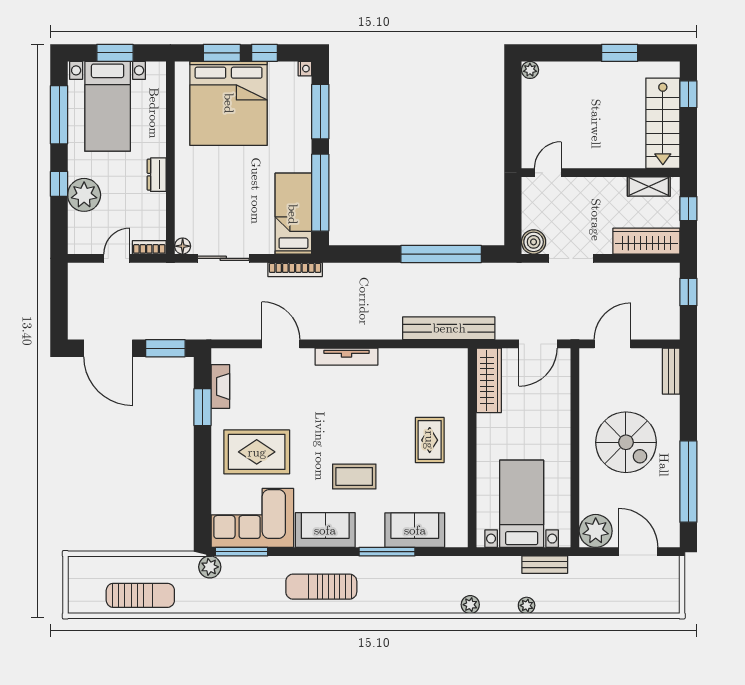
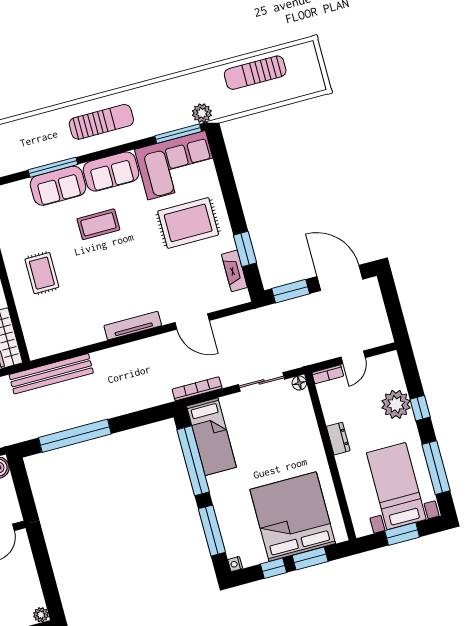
sofa: (415, 530) -> (58, 186), moved

